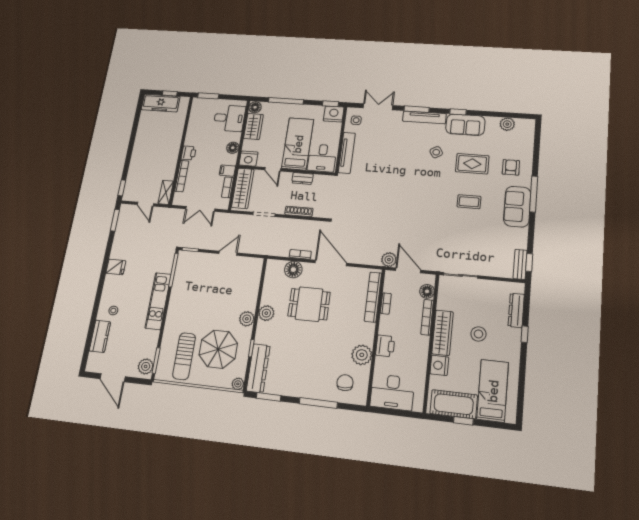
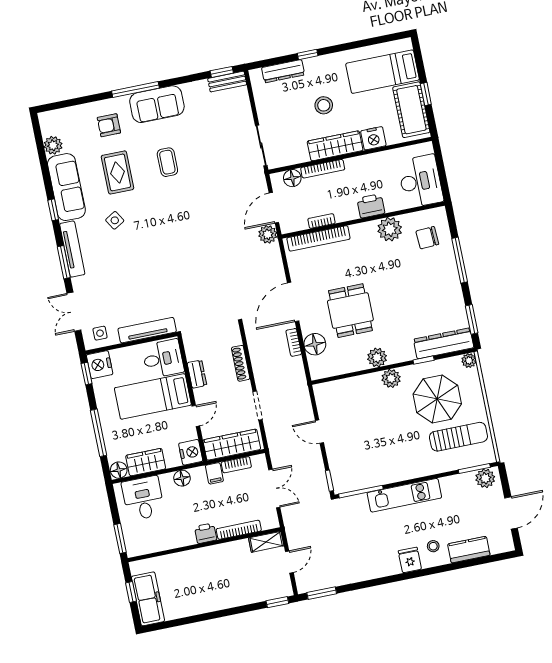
sofa: (465, 125) -> (66, 187), width x1.36
fridge: (116, 267) -> (410, 560), moved

